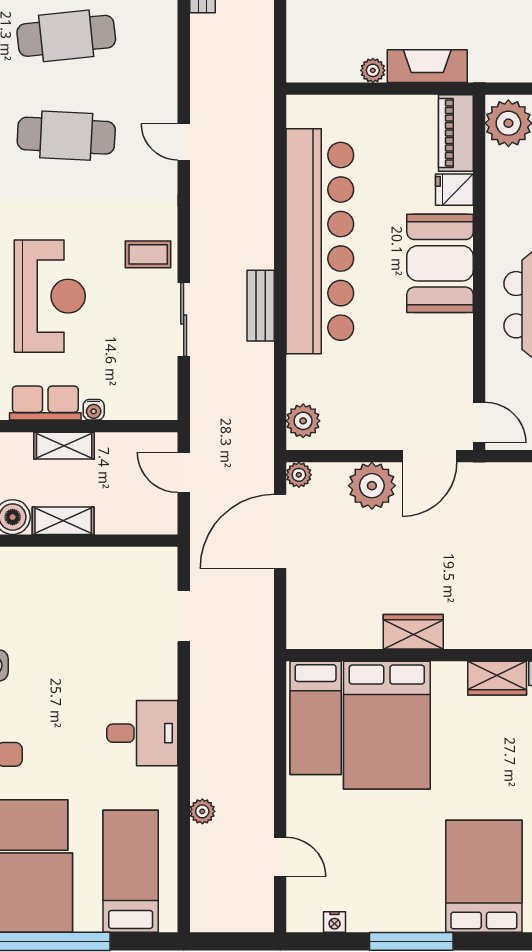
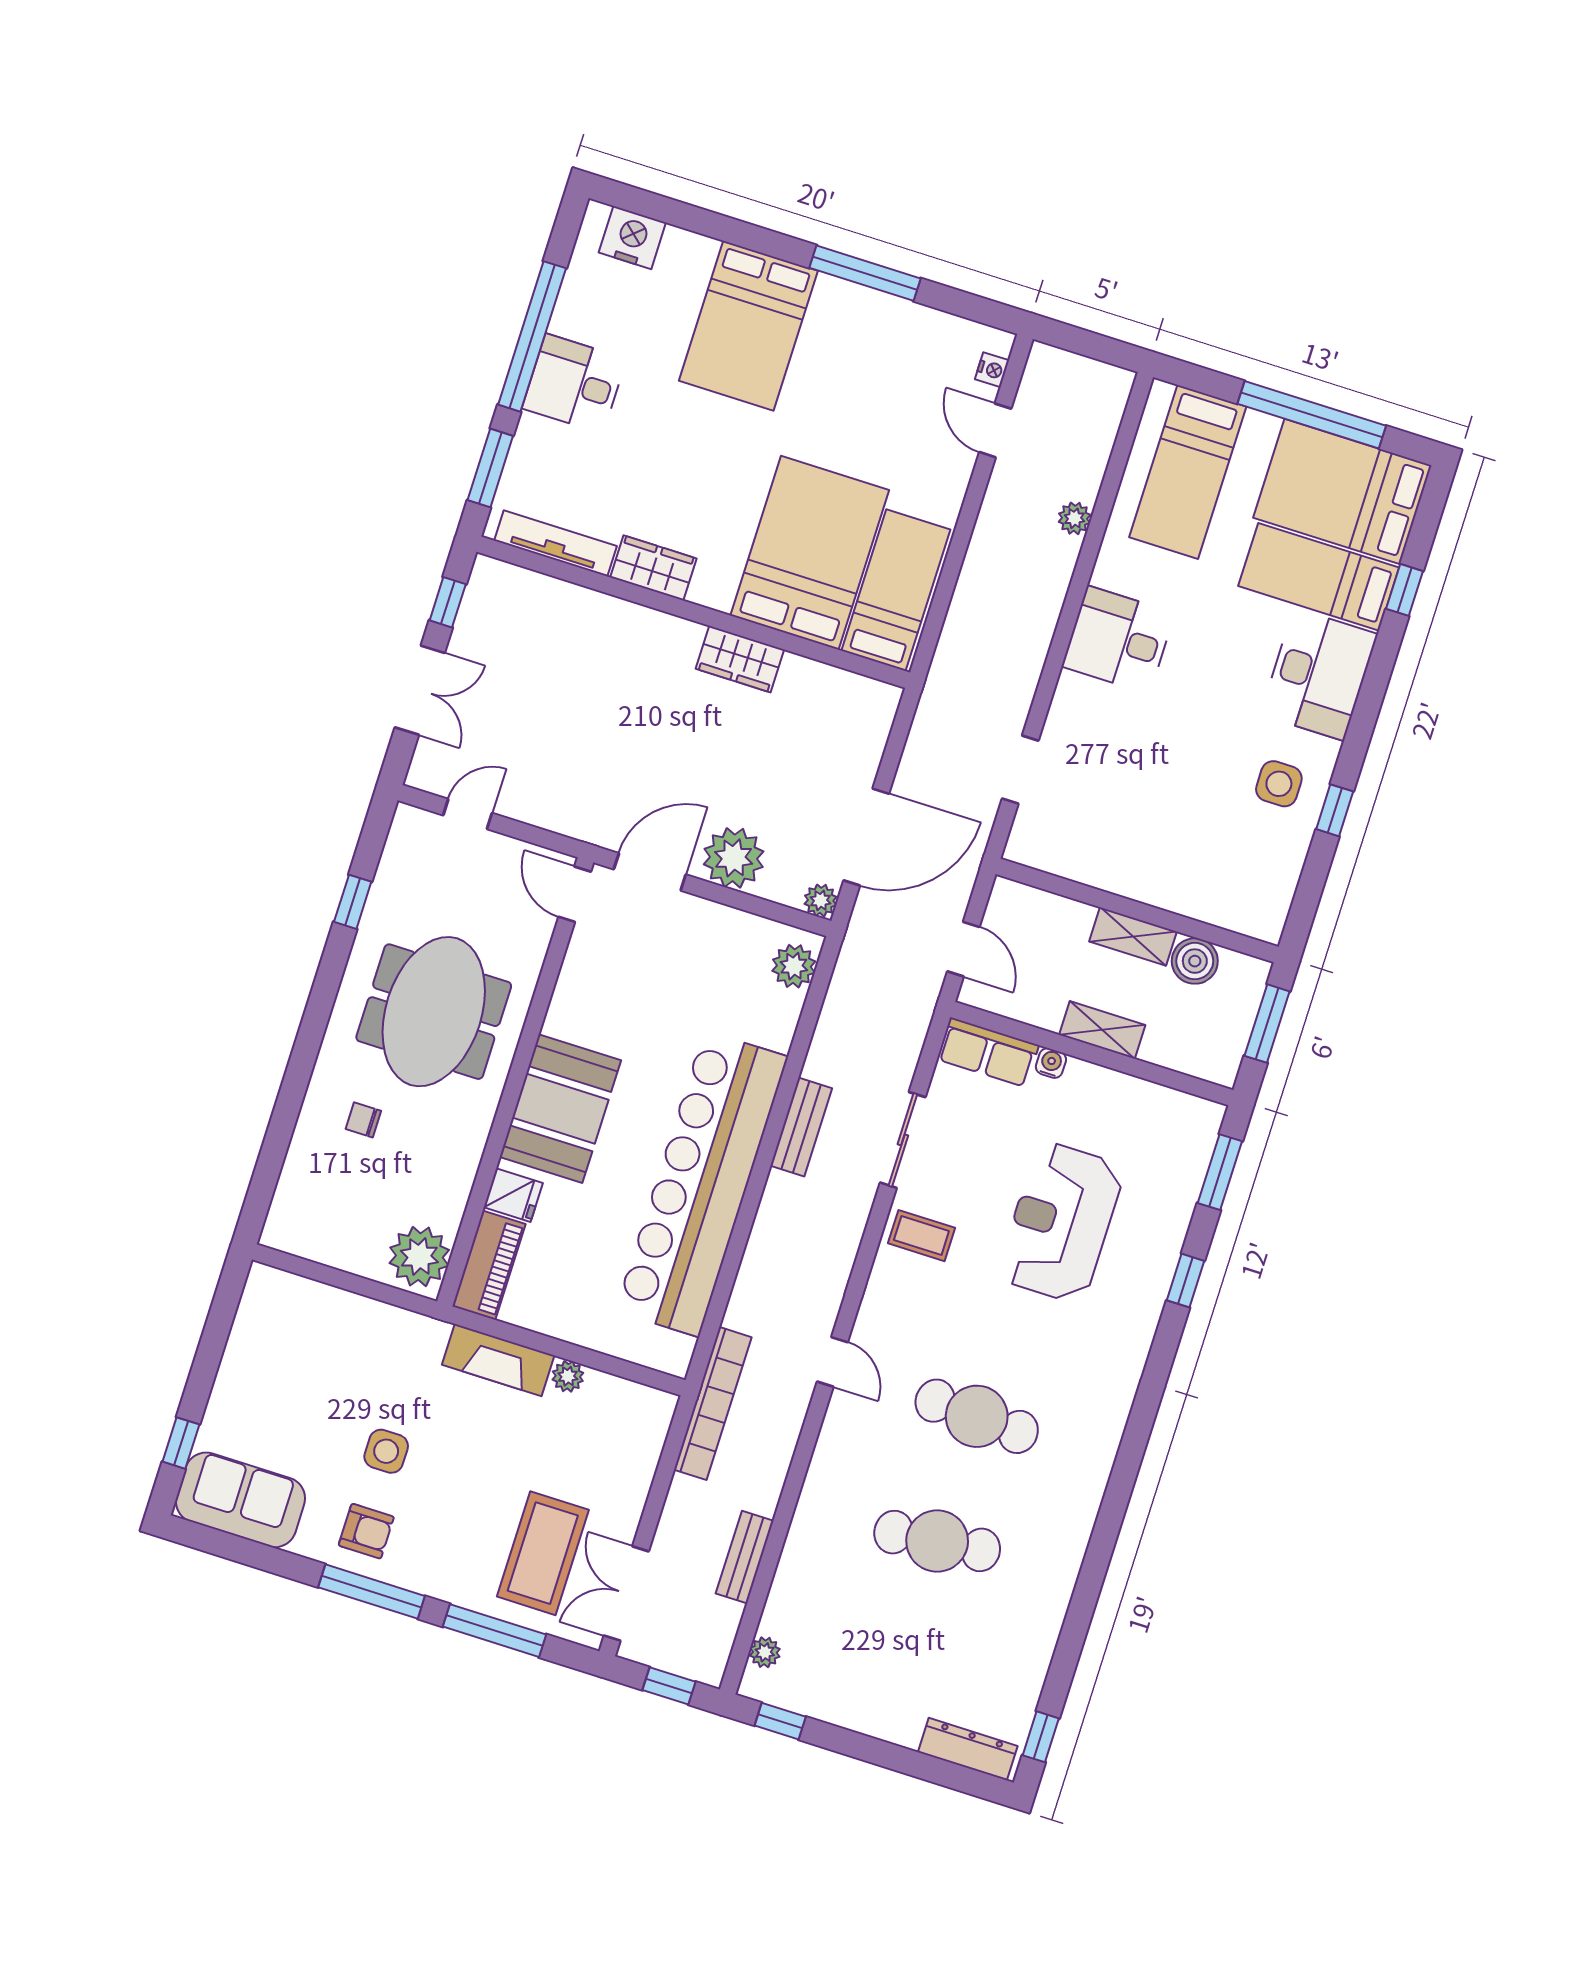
bookcase: (261, 84) -> (713, 1403), added
row of seats: (45, 403) -> (988, 1052), moved
nightstand: (335, 922) -> (992, 370), moved, turned 90

